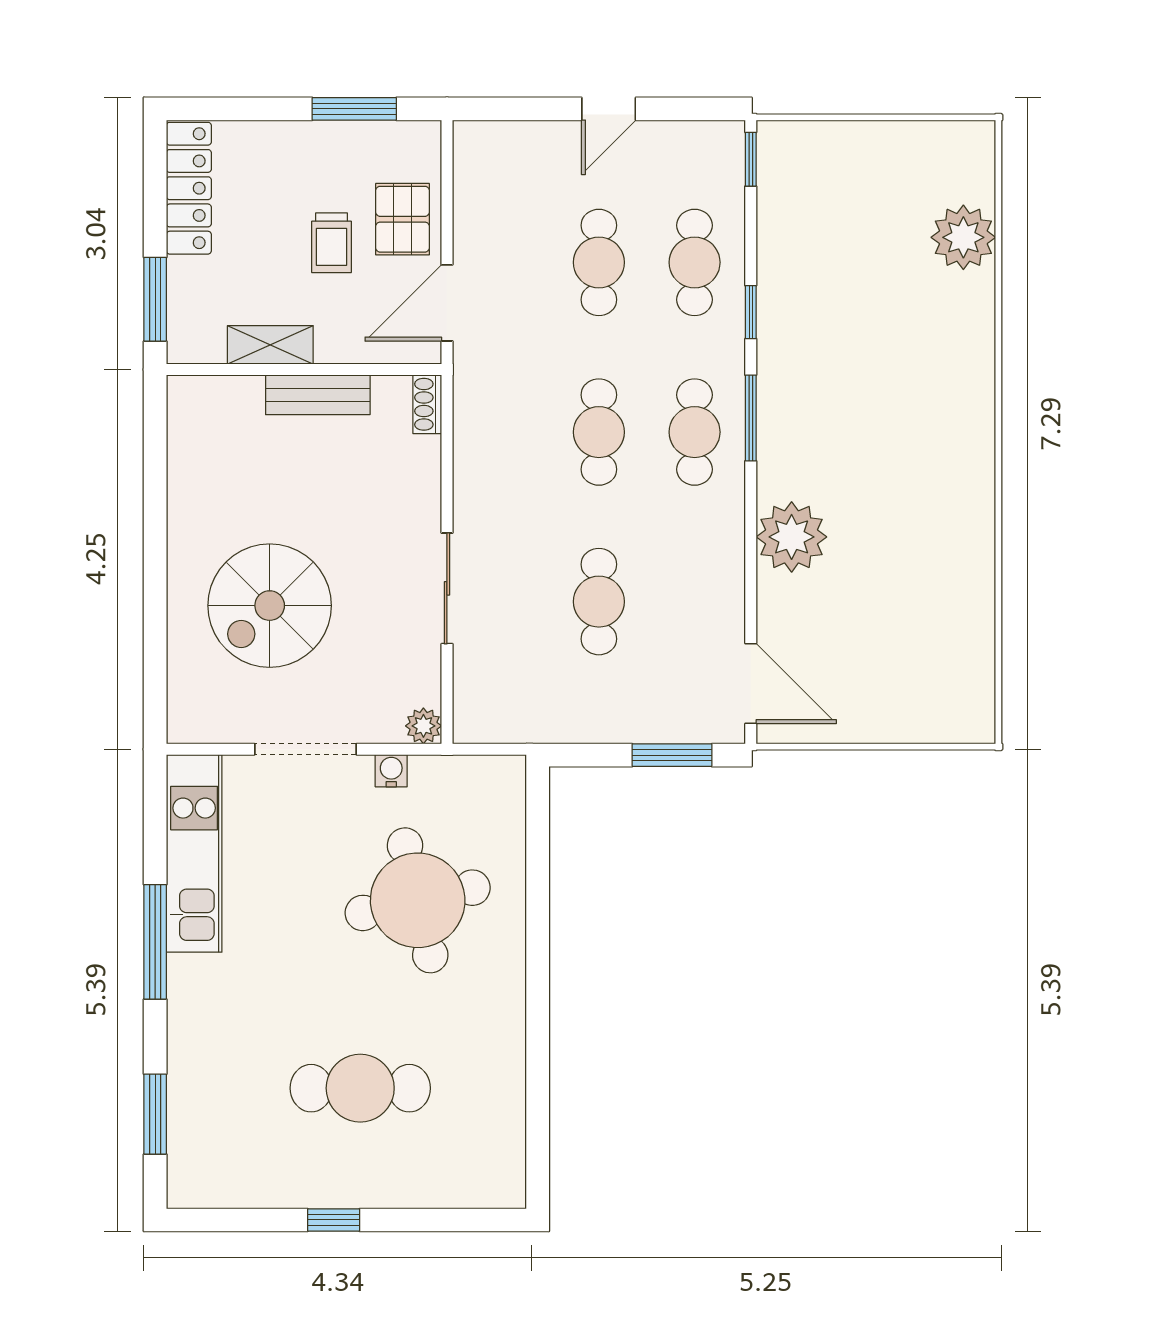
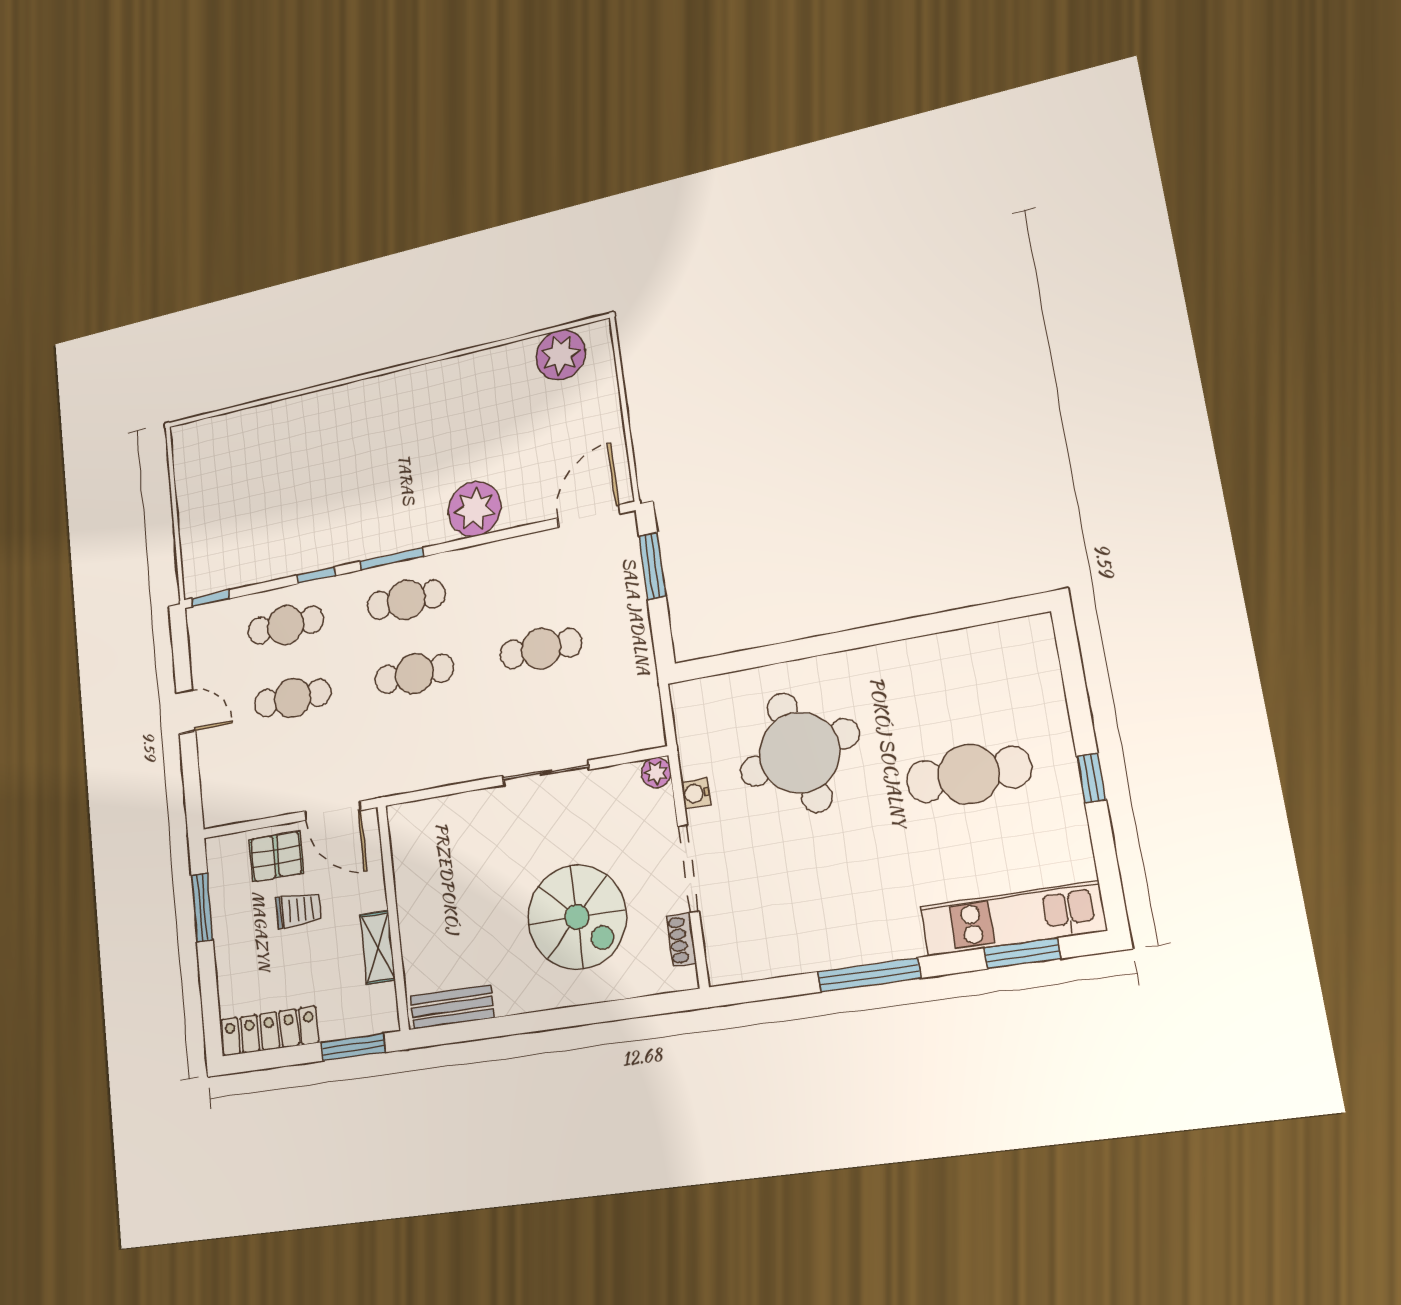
plant: (963, 237) -> (561, 355), moved
bench: (318, 395) -> (452, 1007), moved, turned 90
shoe rack: (427, 404) -> (681, 940), moved, turned 90
kitchen unit: (194, 853) -> (1013, 919), moved
cafe table: (360, 1088) -> (969, 774), turned 90

